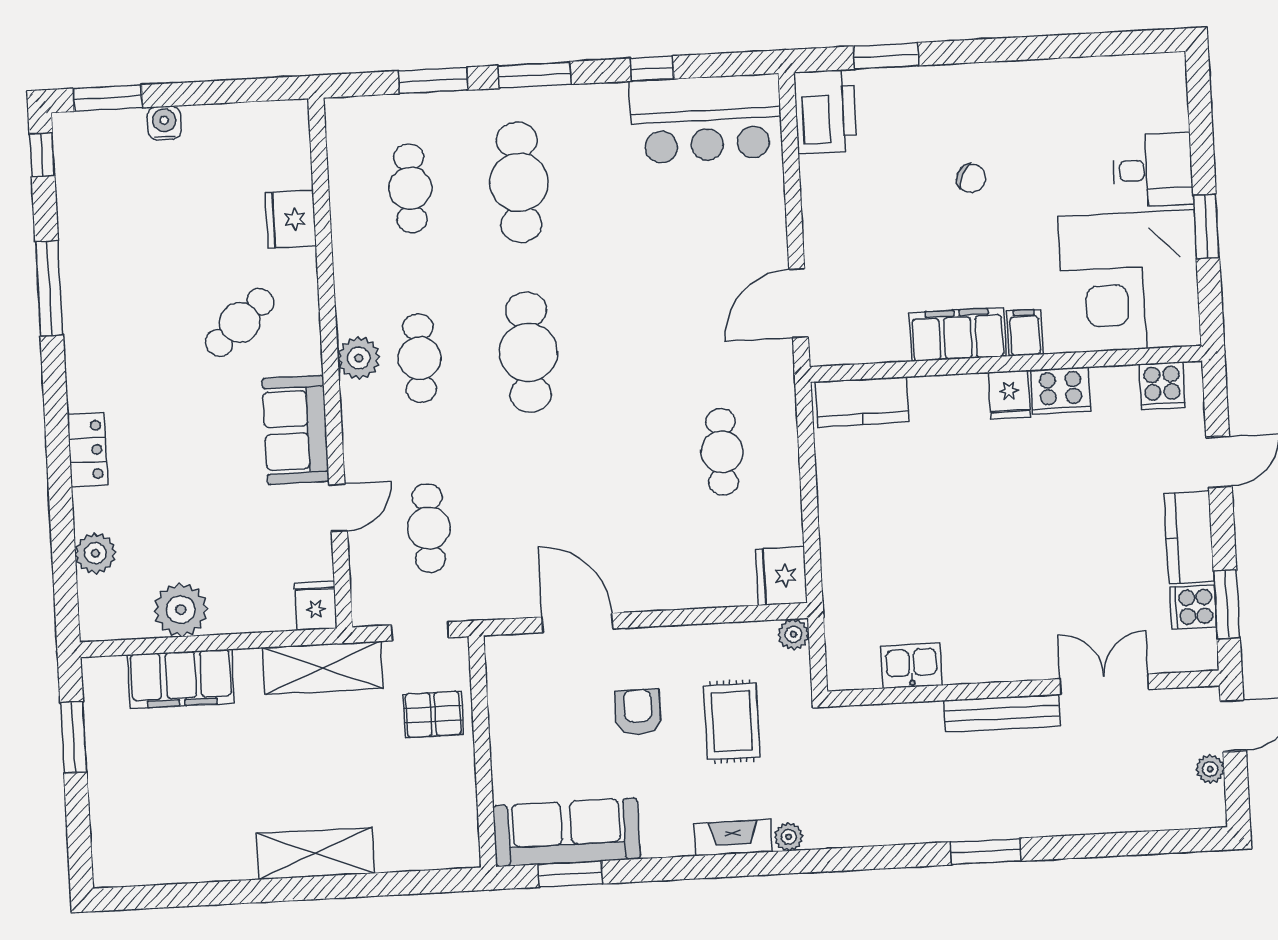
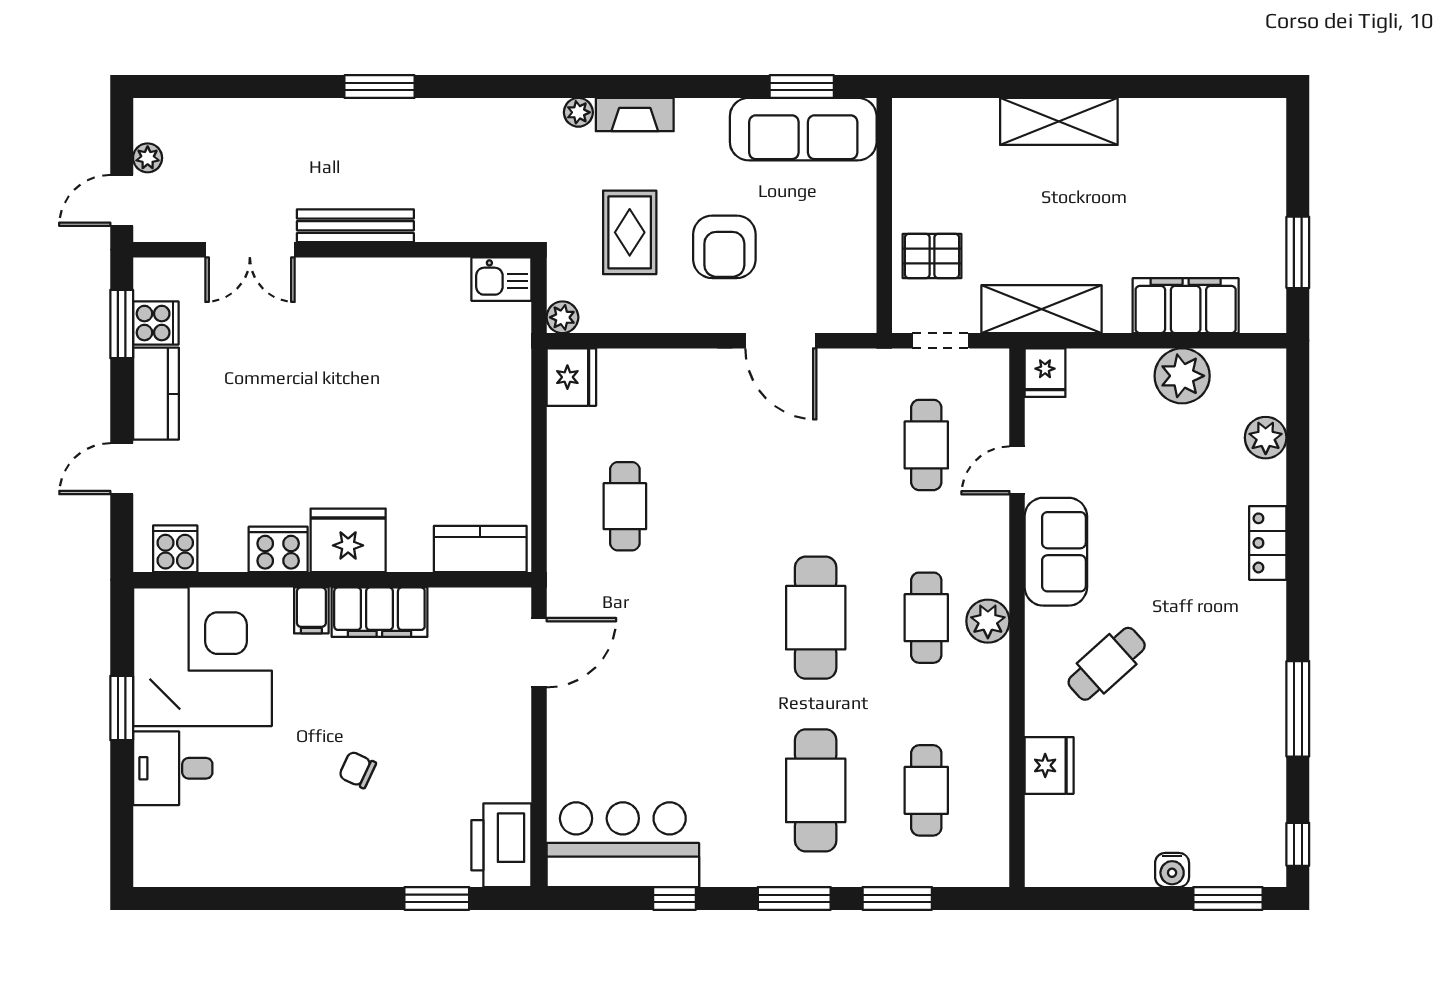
fridge: (1009, 395) -> (348, 540), width x1.88, depth x1.34
kitchen sink: (911, 666) -> (501, 279), moved
armchair: (638, 712) -> (724, 247), width x1.38, depth x1.38

